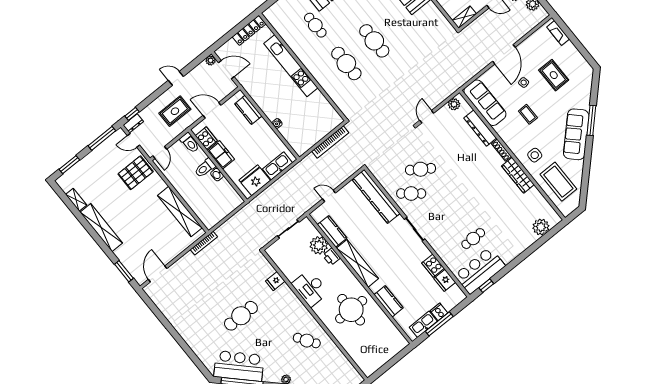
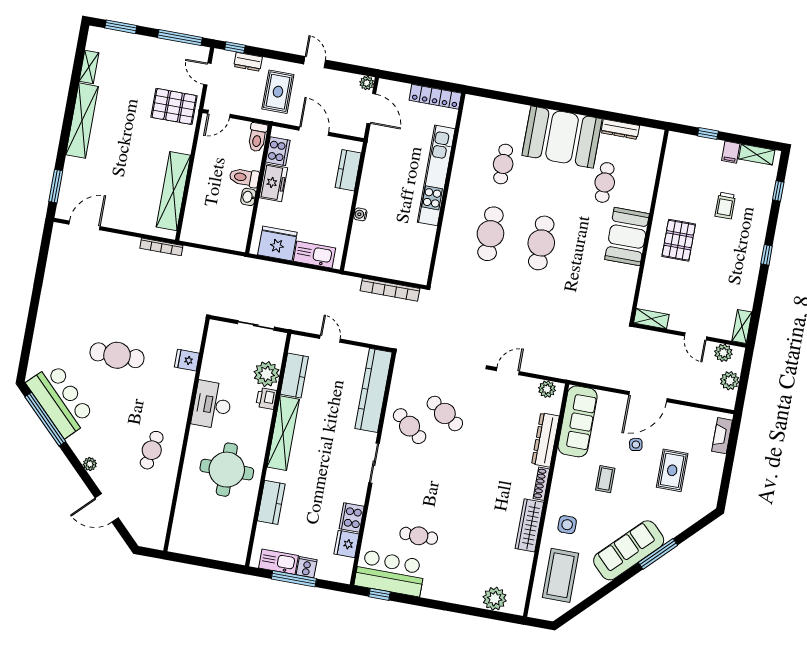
rug: (175, 111) -> (278, 92), turned 90
dresser: (133, 123) -> (248, 62), moved
cafe table: (307, 341) -> (152, 450), turned 44

